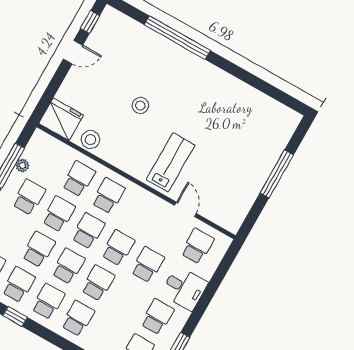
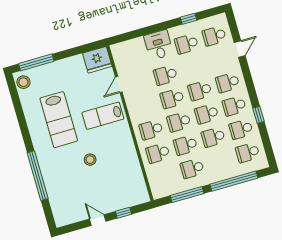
window: (90, 22) -> (123, 213), moved
lab bench: (211, 115) -> (59, 120), added
fridge: (61, 119) -> (97, 60), moved, turned -90
stool: (90, 140) -> (23, 82), moved
plant: (22, 165) -> (180, 188), removed
window: (277, 174) -> (36, 62), moved
school desk: (197, 246) -> (131, 60), removed

